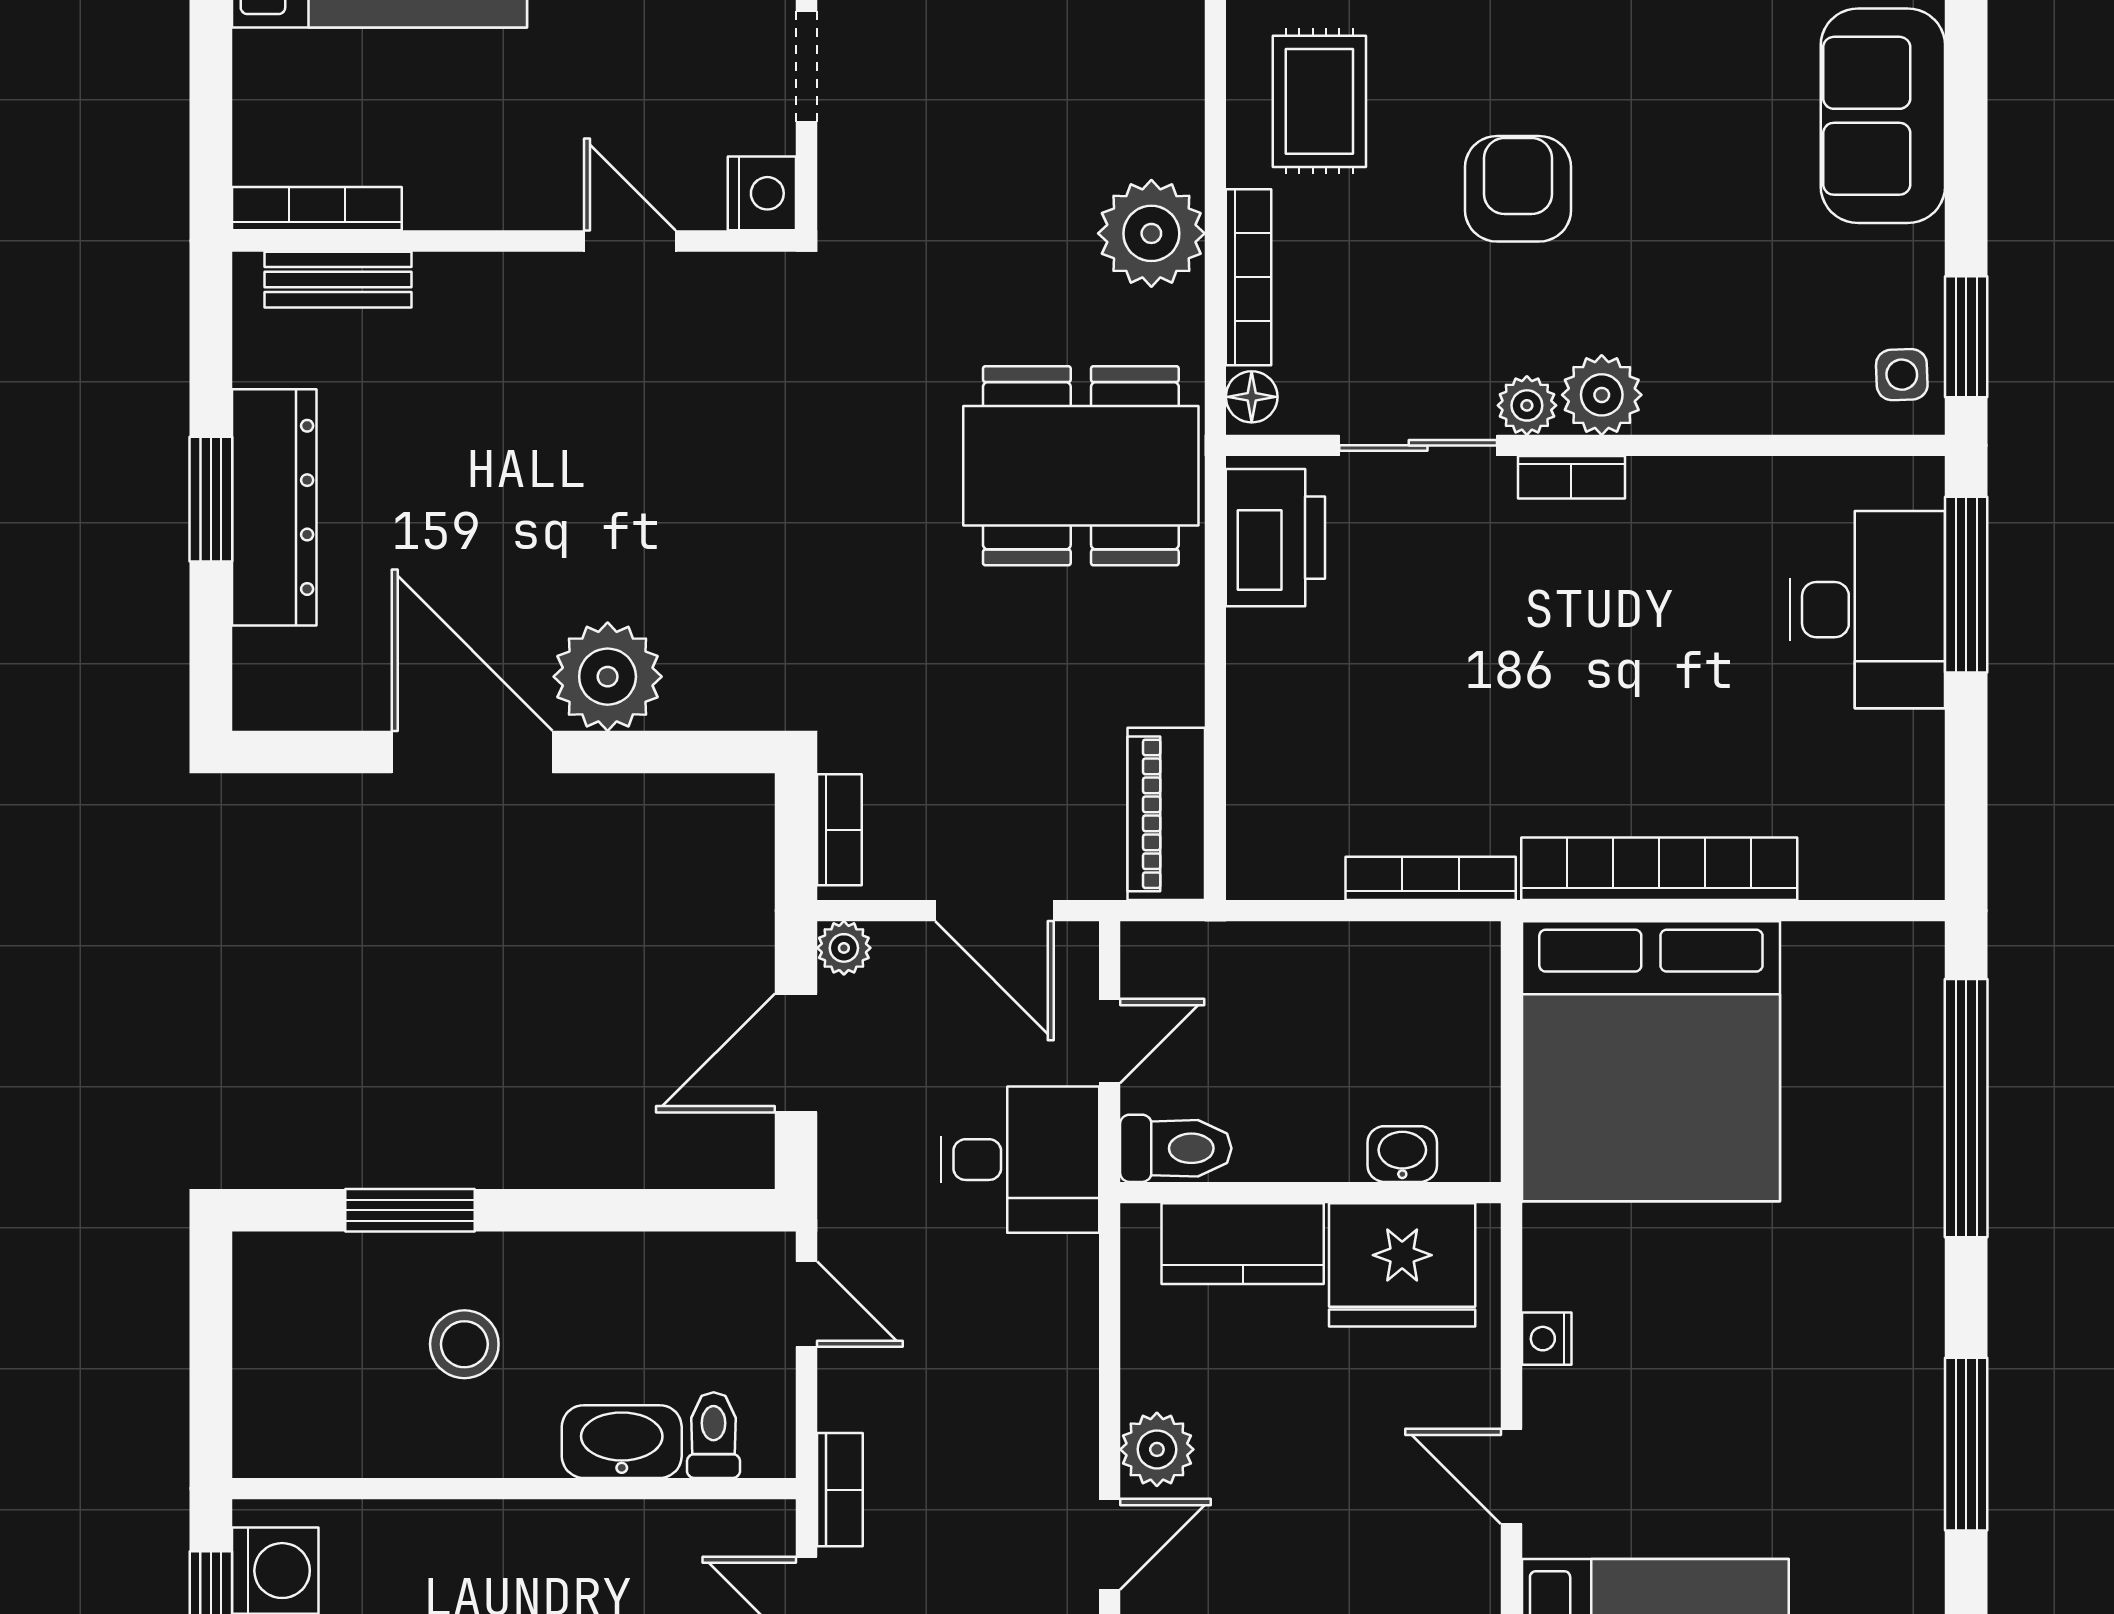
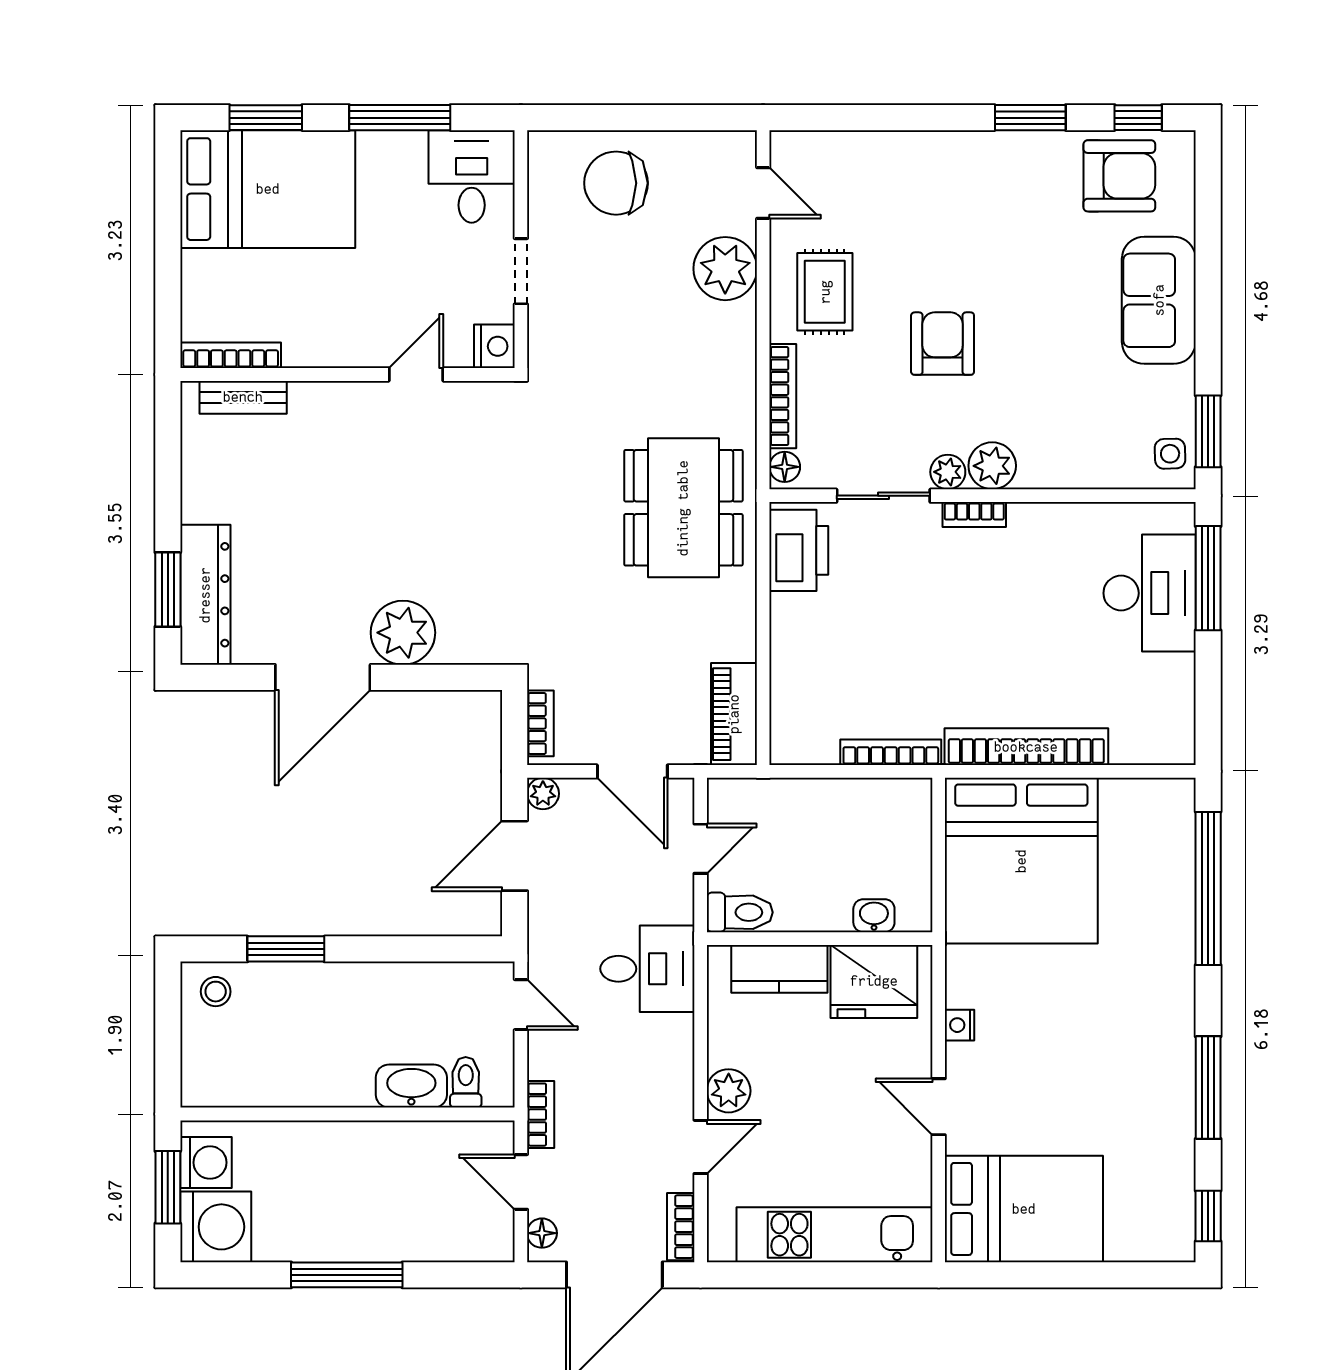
plant: (1151, 233) -> (725, 269), moved
door: (630, 241) -> (416, 374), hinge flipped
dining table: (1081, 466) -> (683, 508), turned 90
window: (211, 499) -> (168, 590), moved
dresser: (274, 507) -> (205, 595), moved
door: (472, 752) -> (323, 677), swing flipped
desk: (1020, 1160) -> (647, 969), moved
stool: (464, 1344) -> (216, 992), moved, width x0.73, depth x0.73

